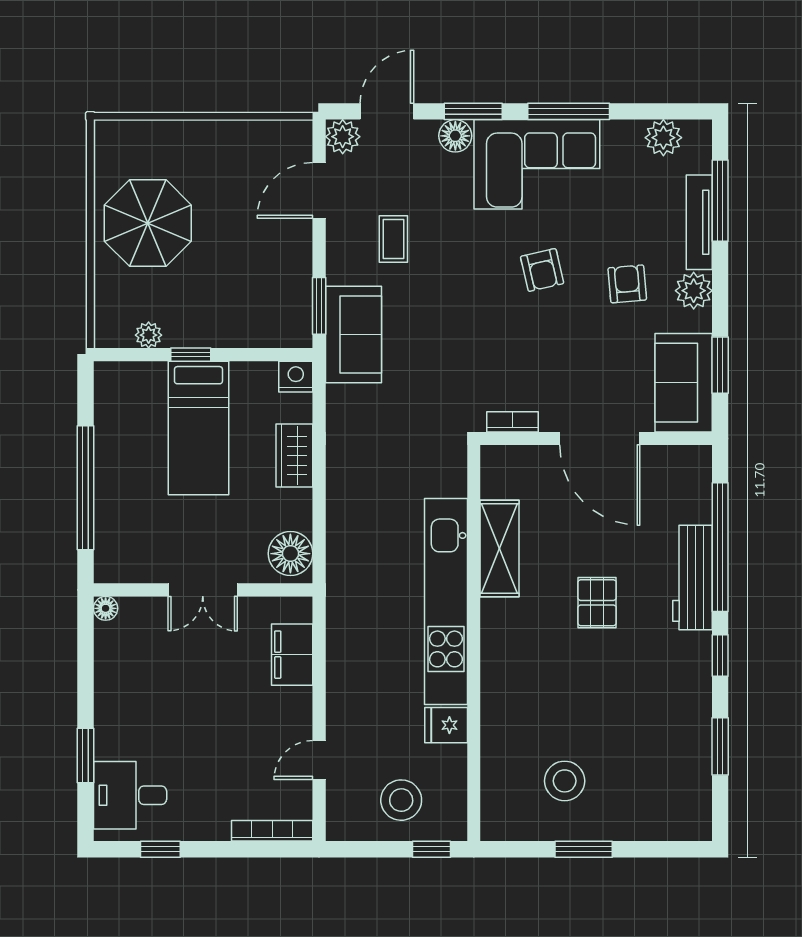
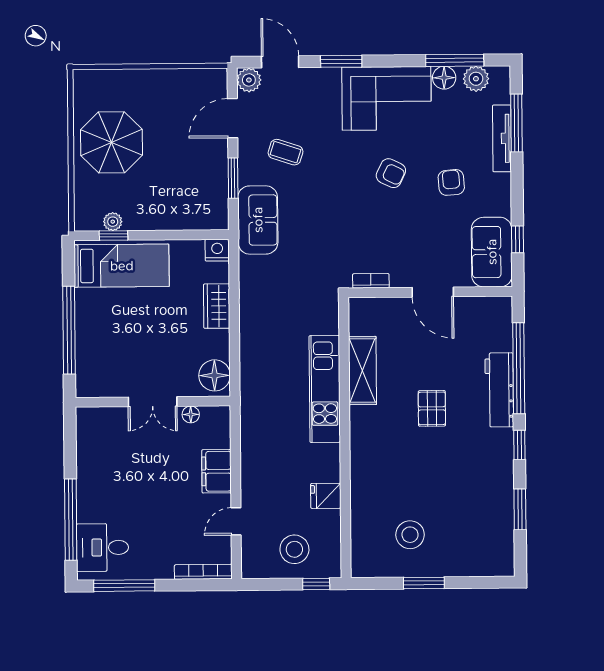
door: (387, 111) -> (280, 62), hinge flipped
window: (569, 111) -> (455, 60), moved
floor lamp: (455, 136) -> (444, 78), moved
coffee table: (393, 239) -> (286, 152), turned -72
armchair: (542, 270) -> (391, 173), turned -51
plant: (694, 291) -> (498, 187), removed
window: (319, 306) -> (233, 178), moved
window: (191, 355) -> (114, 236), moved
window: (720, 365) -> (518, 239), width x0.67
bed: (198, 428) -> (122, 266), moved, turned -90
door: (600, 438) -> (433, 292), width x0.73
kitchen unit: (446, 602) -> (325, 389), width x0.73
floor lamp: (106, 608) -> (191, 414), moved
filing cabinet: (292, 655) -> (217, 471), moved
window: (85, 755) -> (71, 520), width x2.11
window: (160, 849) -> (124, 586), width x2.17

